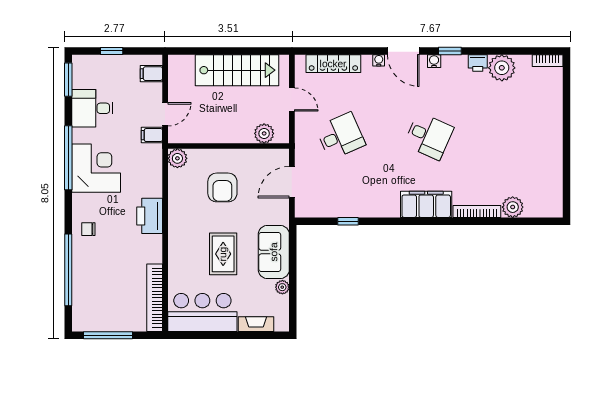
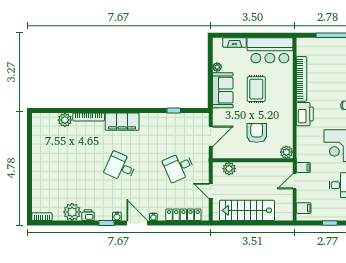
bookcase: (155, 298) -> (301, 79), moved

